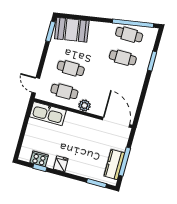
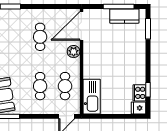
cafe table: (123, 58) -> (40, 37), moved
plant: (84, 105) -> (74, 52), moved
fridge: (61, 164) -> (139, 108), moved

